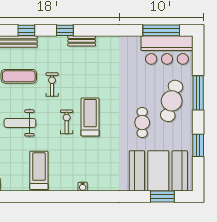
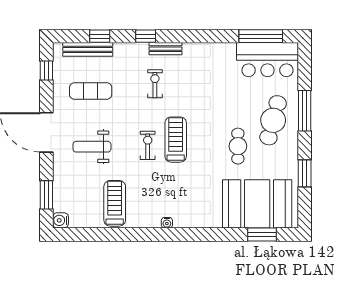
exercise bike: (52, 85) -> (155, 84), moved

